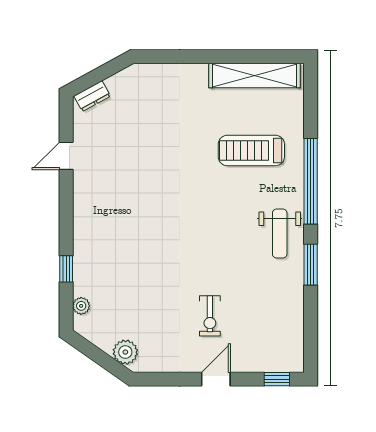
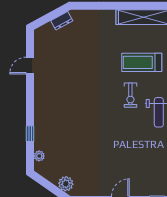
dresser: (92, 96) -> (62, 21), moved
exercise bike: (210, 316) -> (130, 95), moved

